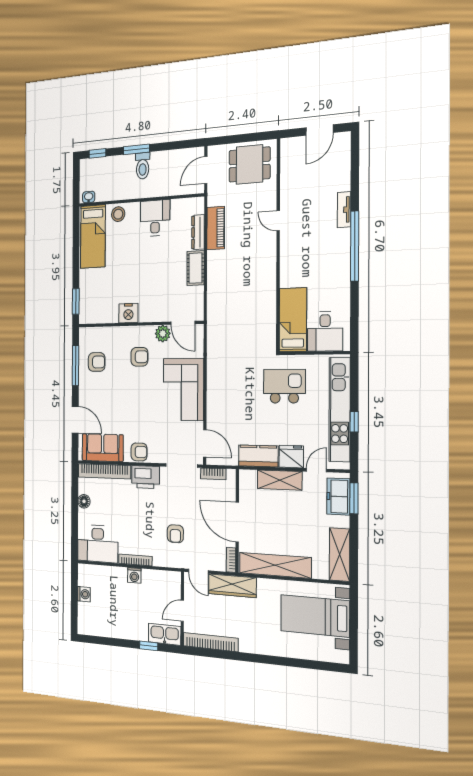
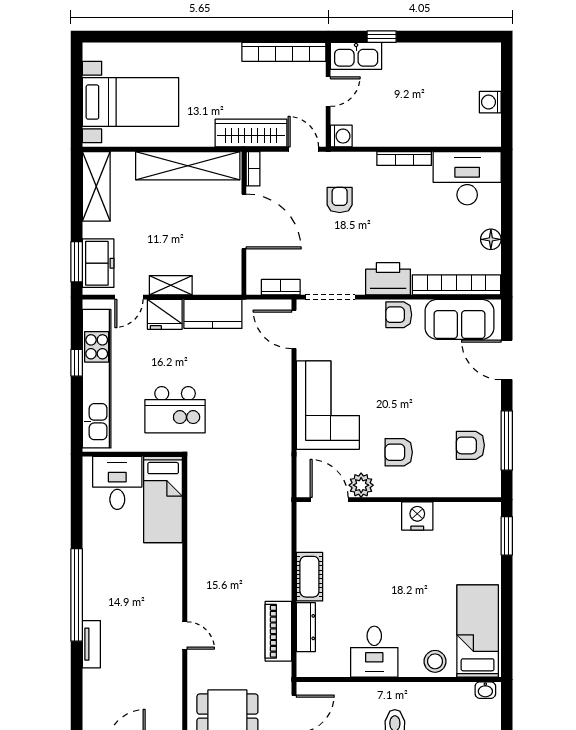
shelving: (280, 480) -> (171, 285), width x0.67, depth x0.75
washing machine: (134, 575) -> (341, 136), moved, turned 90

